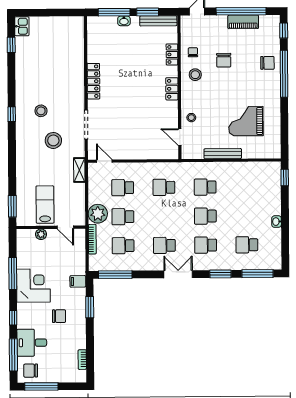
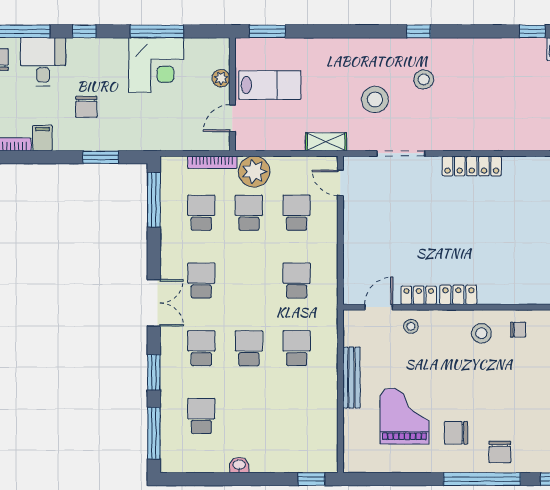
locker: (172, 54) -> (419, 295), moved
chair: (224, 60) -> (456, 433), moved
door: (104, 161) -> (340, 183), swing flipped
filing cabinet: (78, 281) -> (42, 138), moved
corner desk: (33, 286) -> (156, 65), moved

